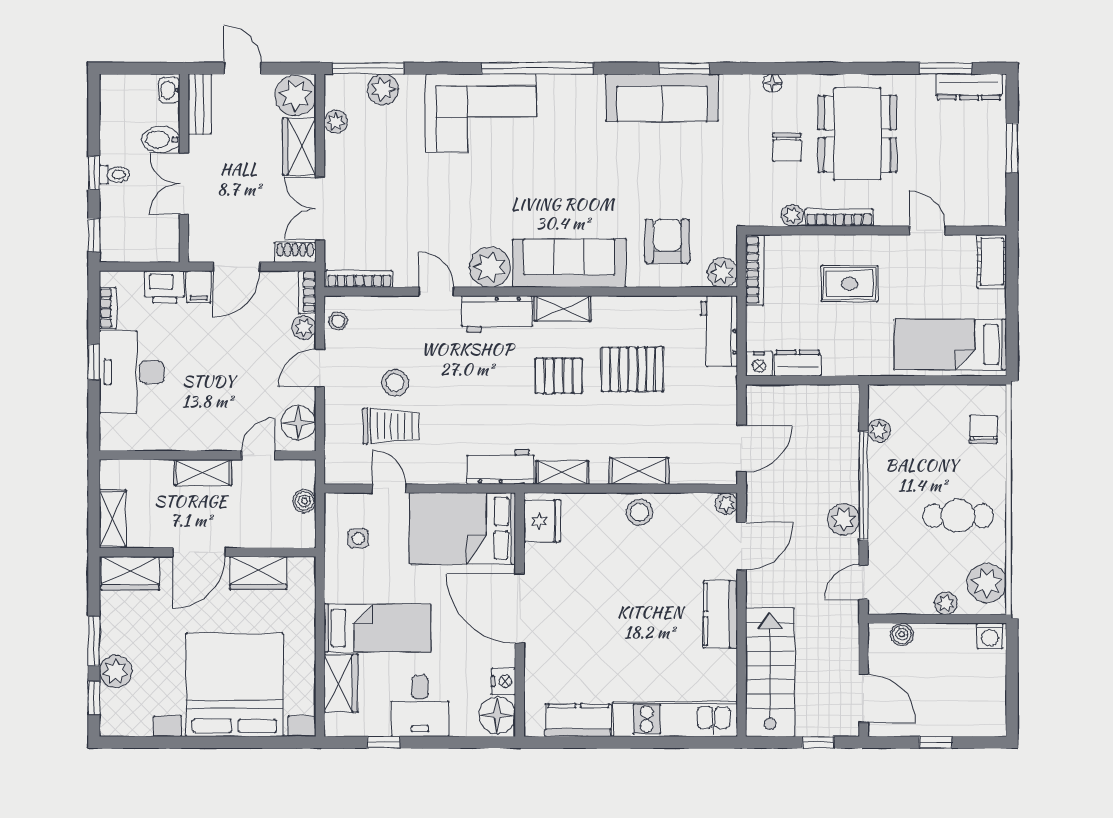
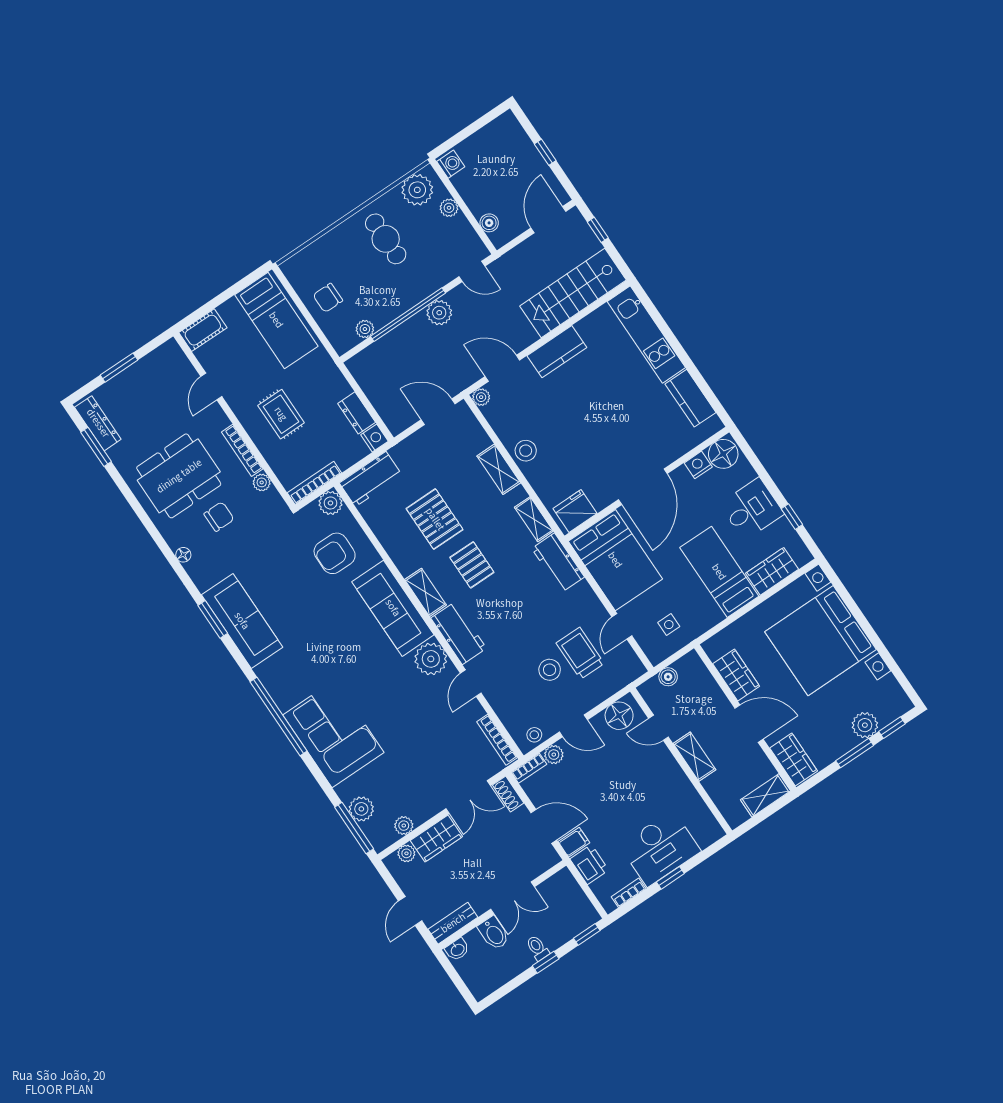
plant: (295, 95) -> (406, 853), width x0.53, depth x0.53
chair: (983, 430) -> (328, 298), moved

